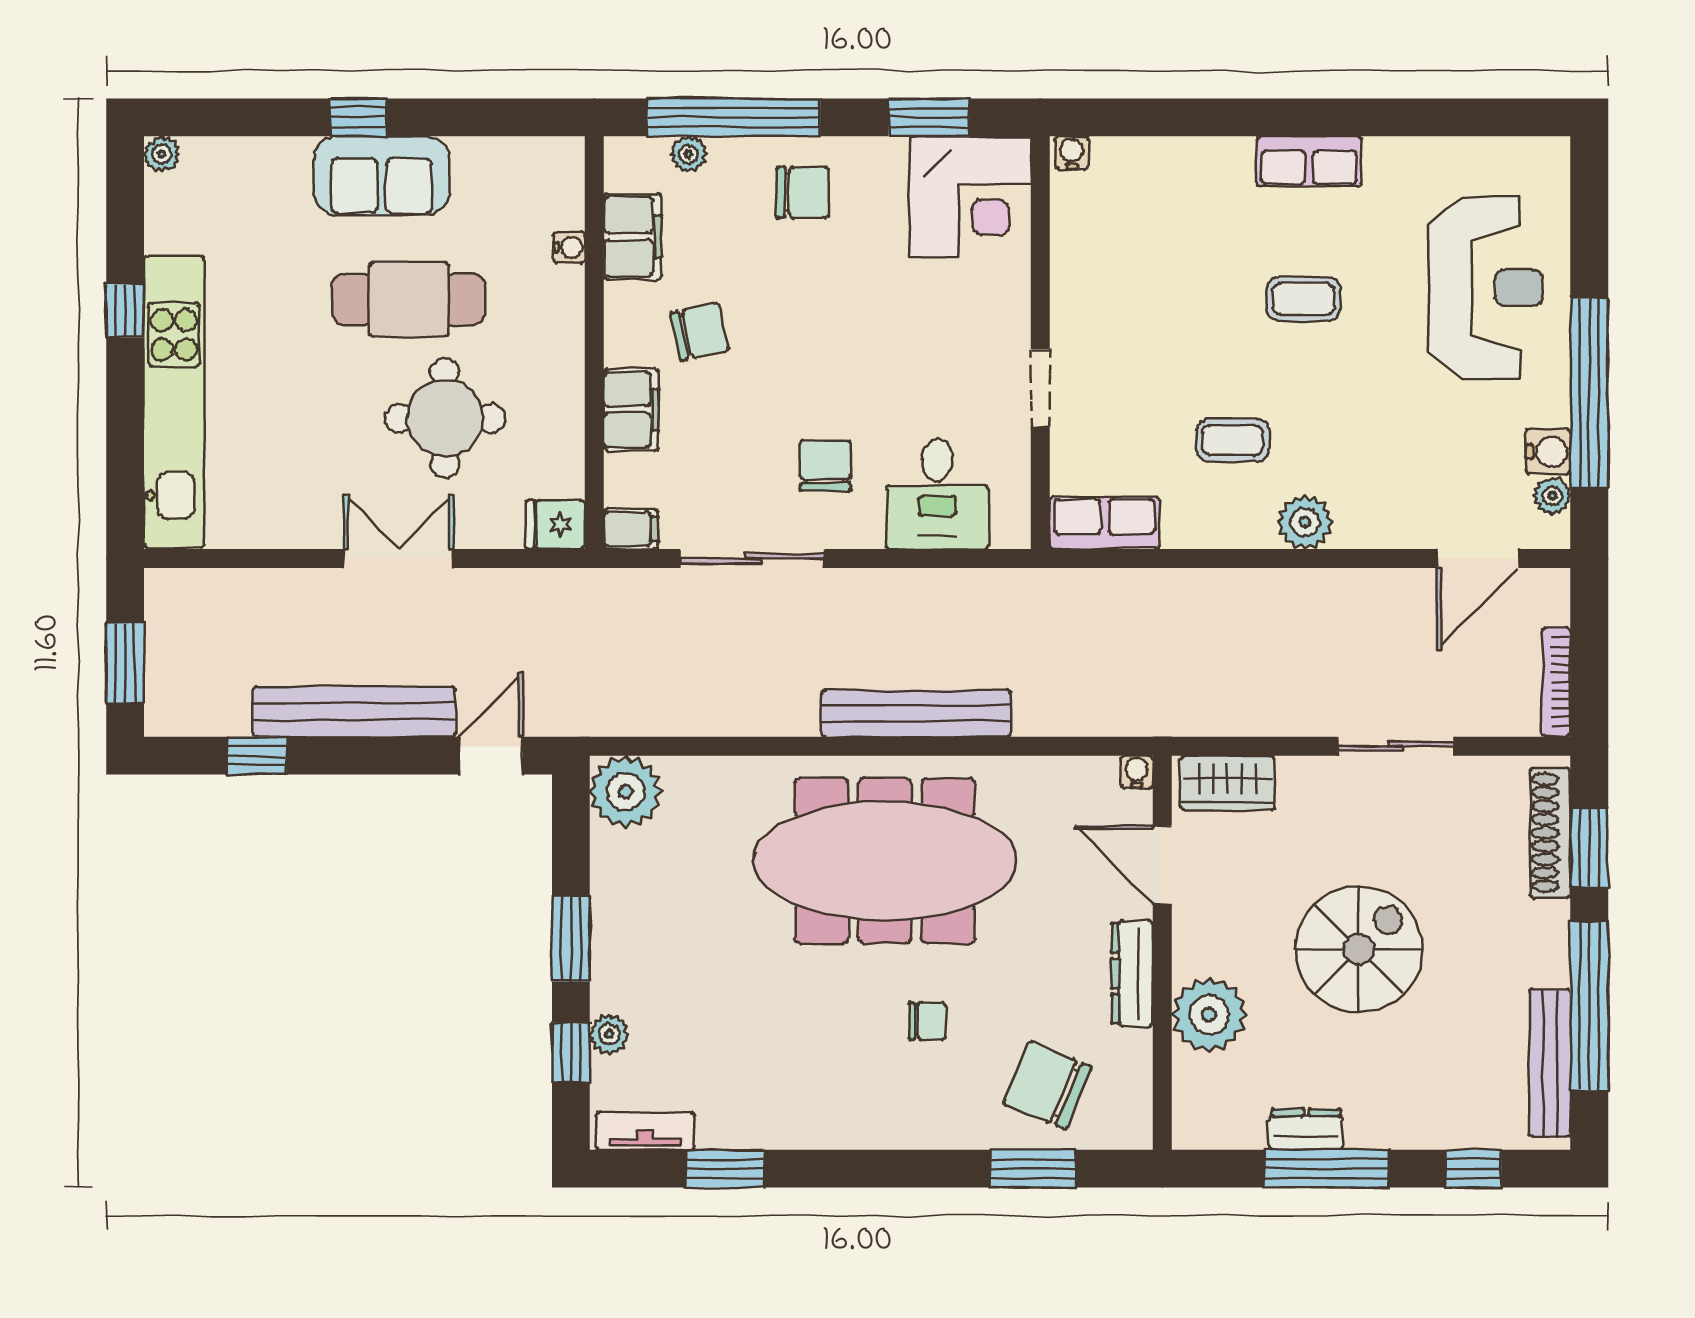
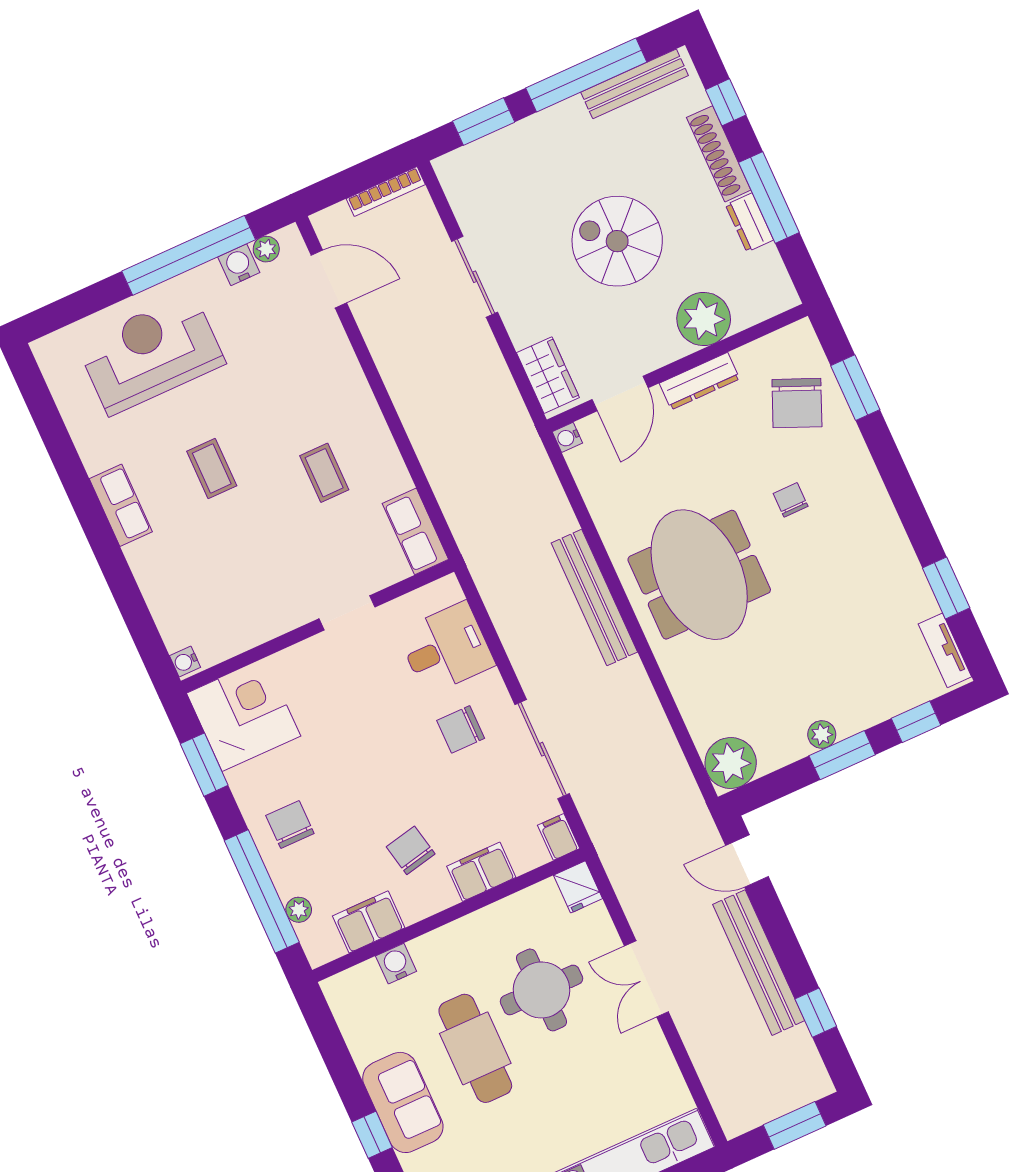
water cooler: (569, 247) -> (396, 964), width x1.38, depth x1.38
plant: (1305, 522) -> (356, 402), removed
shoe rack: (1550, 833) -> (719, 154), moved, turned 90
meeting table: (885, 861) -> (699, 575), width x0.73
plant: (609, 1034) -> (822, 734), moved

